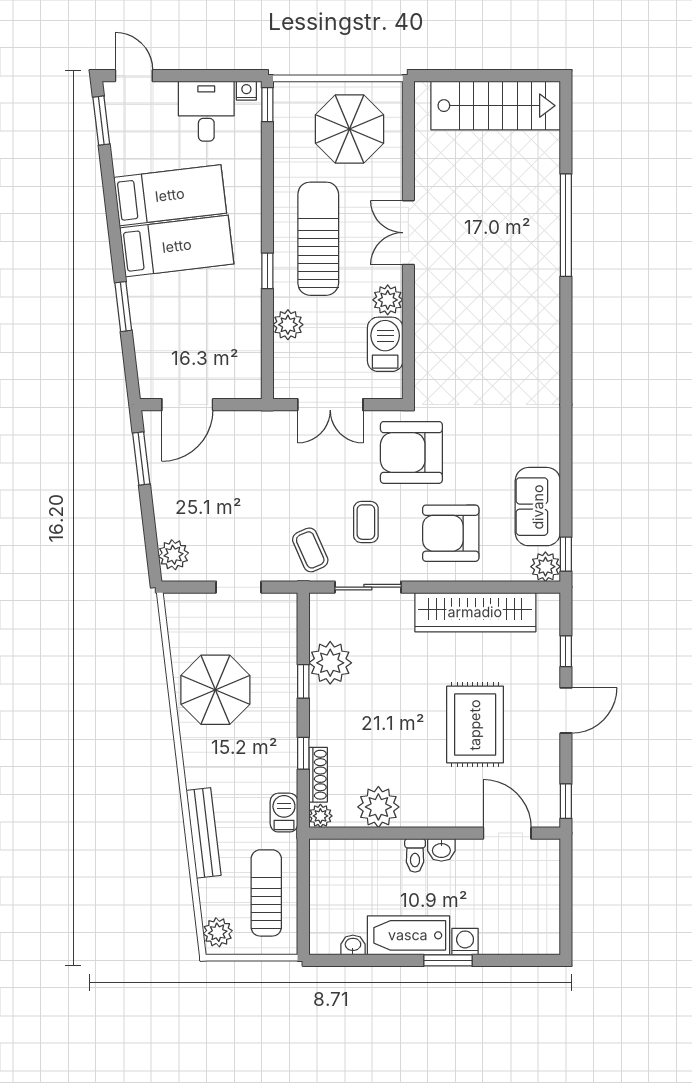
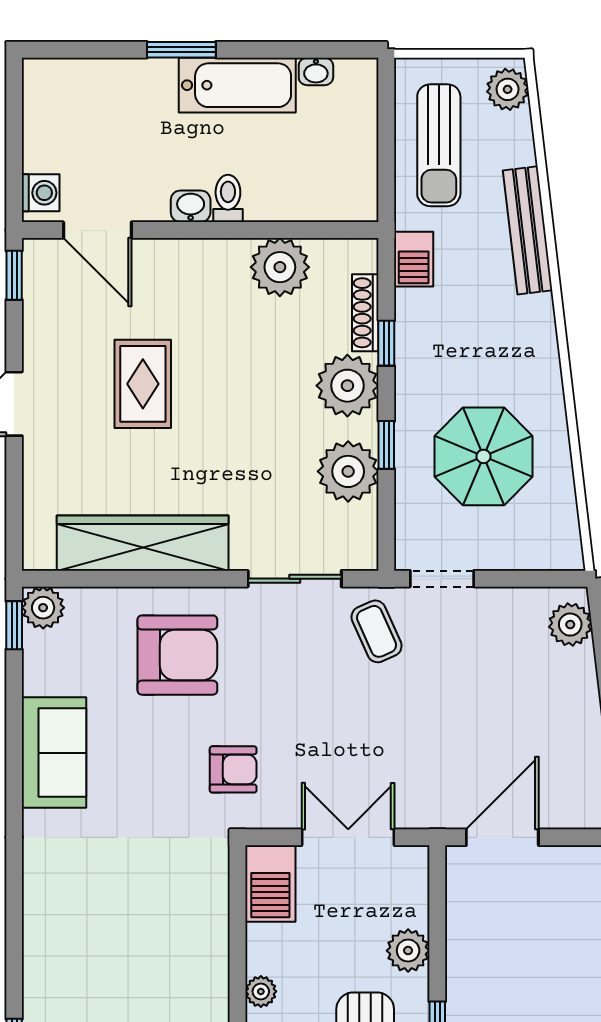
plant: (388, 300) -> (261, 991), width x0.73, depth x0.73
barbecue: (385, 344) -> (270, 884), moved
door: (187, 405) -> (502, 837), moved
armchair: (411, 452) -> (233, 769), width x0.53, depth x0.53
sofa: (538, 507) -> (54, 753), moved
coffee table: (366, 522) -> (298, 671), removed
doorway: (239, 587) -> (442, 579), moved
window: (566, 651) -> (14, 488), removed
parasol: (215, 690) -> (483, 456), moved
rug: (475, 725) -> (143, 384), width x0.73, depth x0.70
plant: (320, 816) -> (347, 386), moved, width x1.88, depth x1.88
washing machine: (465, 942) -> (41, 193), moved, turned -90

